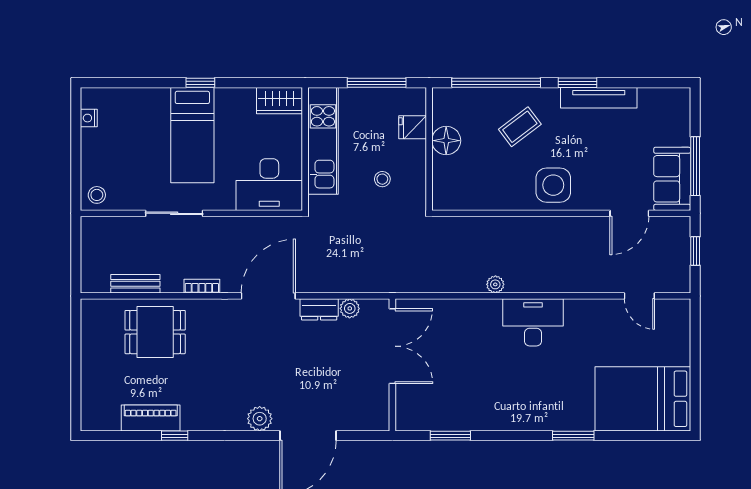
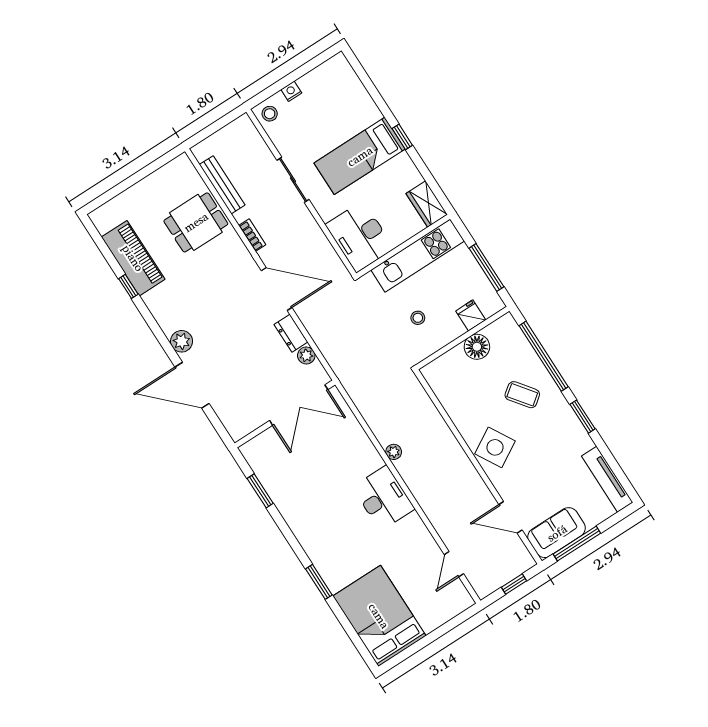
tv unit: (599, 98) -> (607, 479), moved
nightstand: (89, 118) -> (291, 91), moved
side table: (553, 185) -> (495, 447), turned -30
bench: (135, 284) -> (222, 185), width x1.36
dining table: (155, 332) -> (196, 222), turned 90
piano: (151, 418) -> (133, 258), width x1.37, depth x1.33

